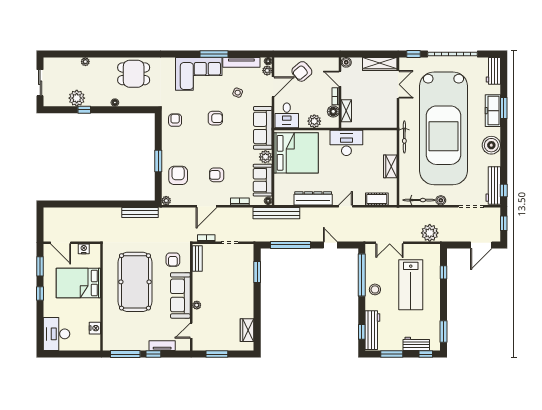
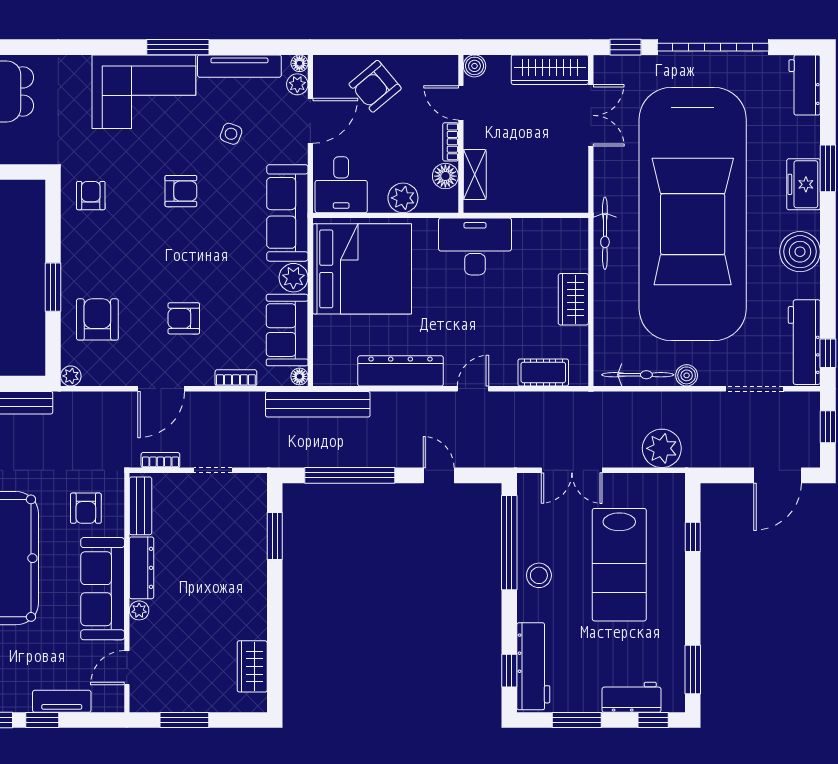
freezer: (493, 111) -> (804, 184), width x0.71
dresser: (198, 286) -> (142, 568), added

